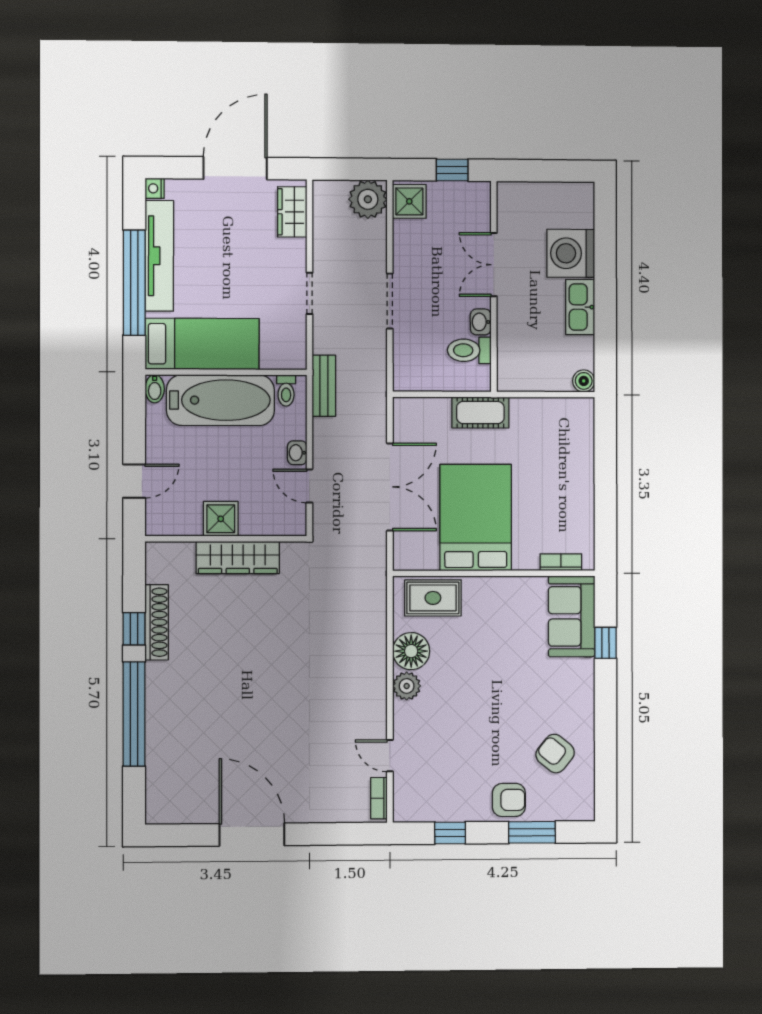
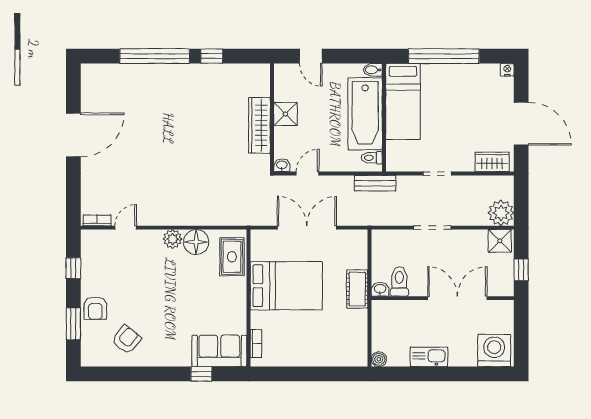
washing machine: (571, 253) -> (494, 350), moved
tv unit: (159, 256) -> (462, 73), removed
double door: (494, 265) -> (457, 298), width x1.37
washbasin: (481, 322) -> (380, 289), moved
washbasin: (297, 453) -> (282, 165), moved
double door: (390, 487) -> (307, 228), swing flipped
shoe rack: (157, 622) -> (216, 71), removed

